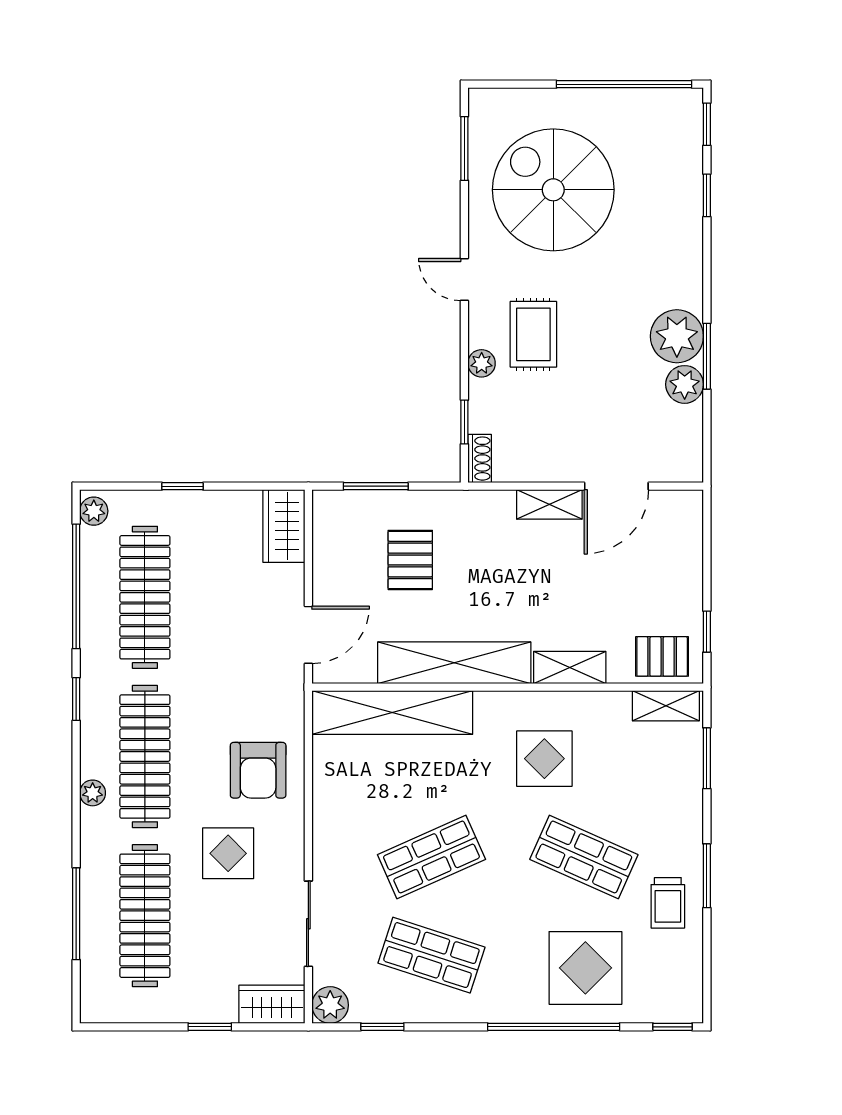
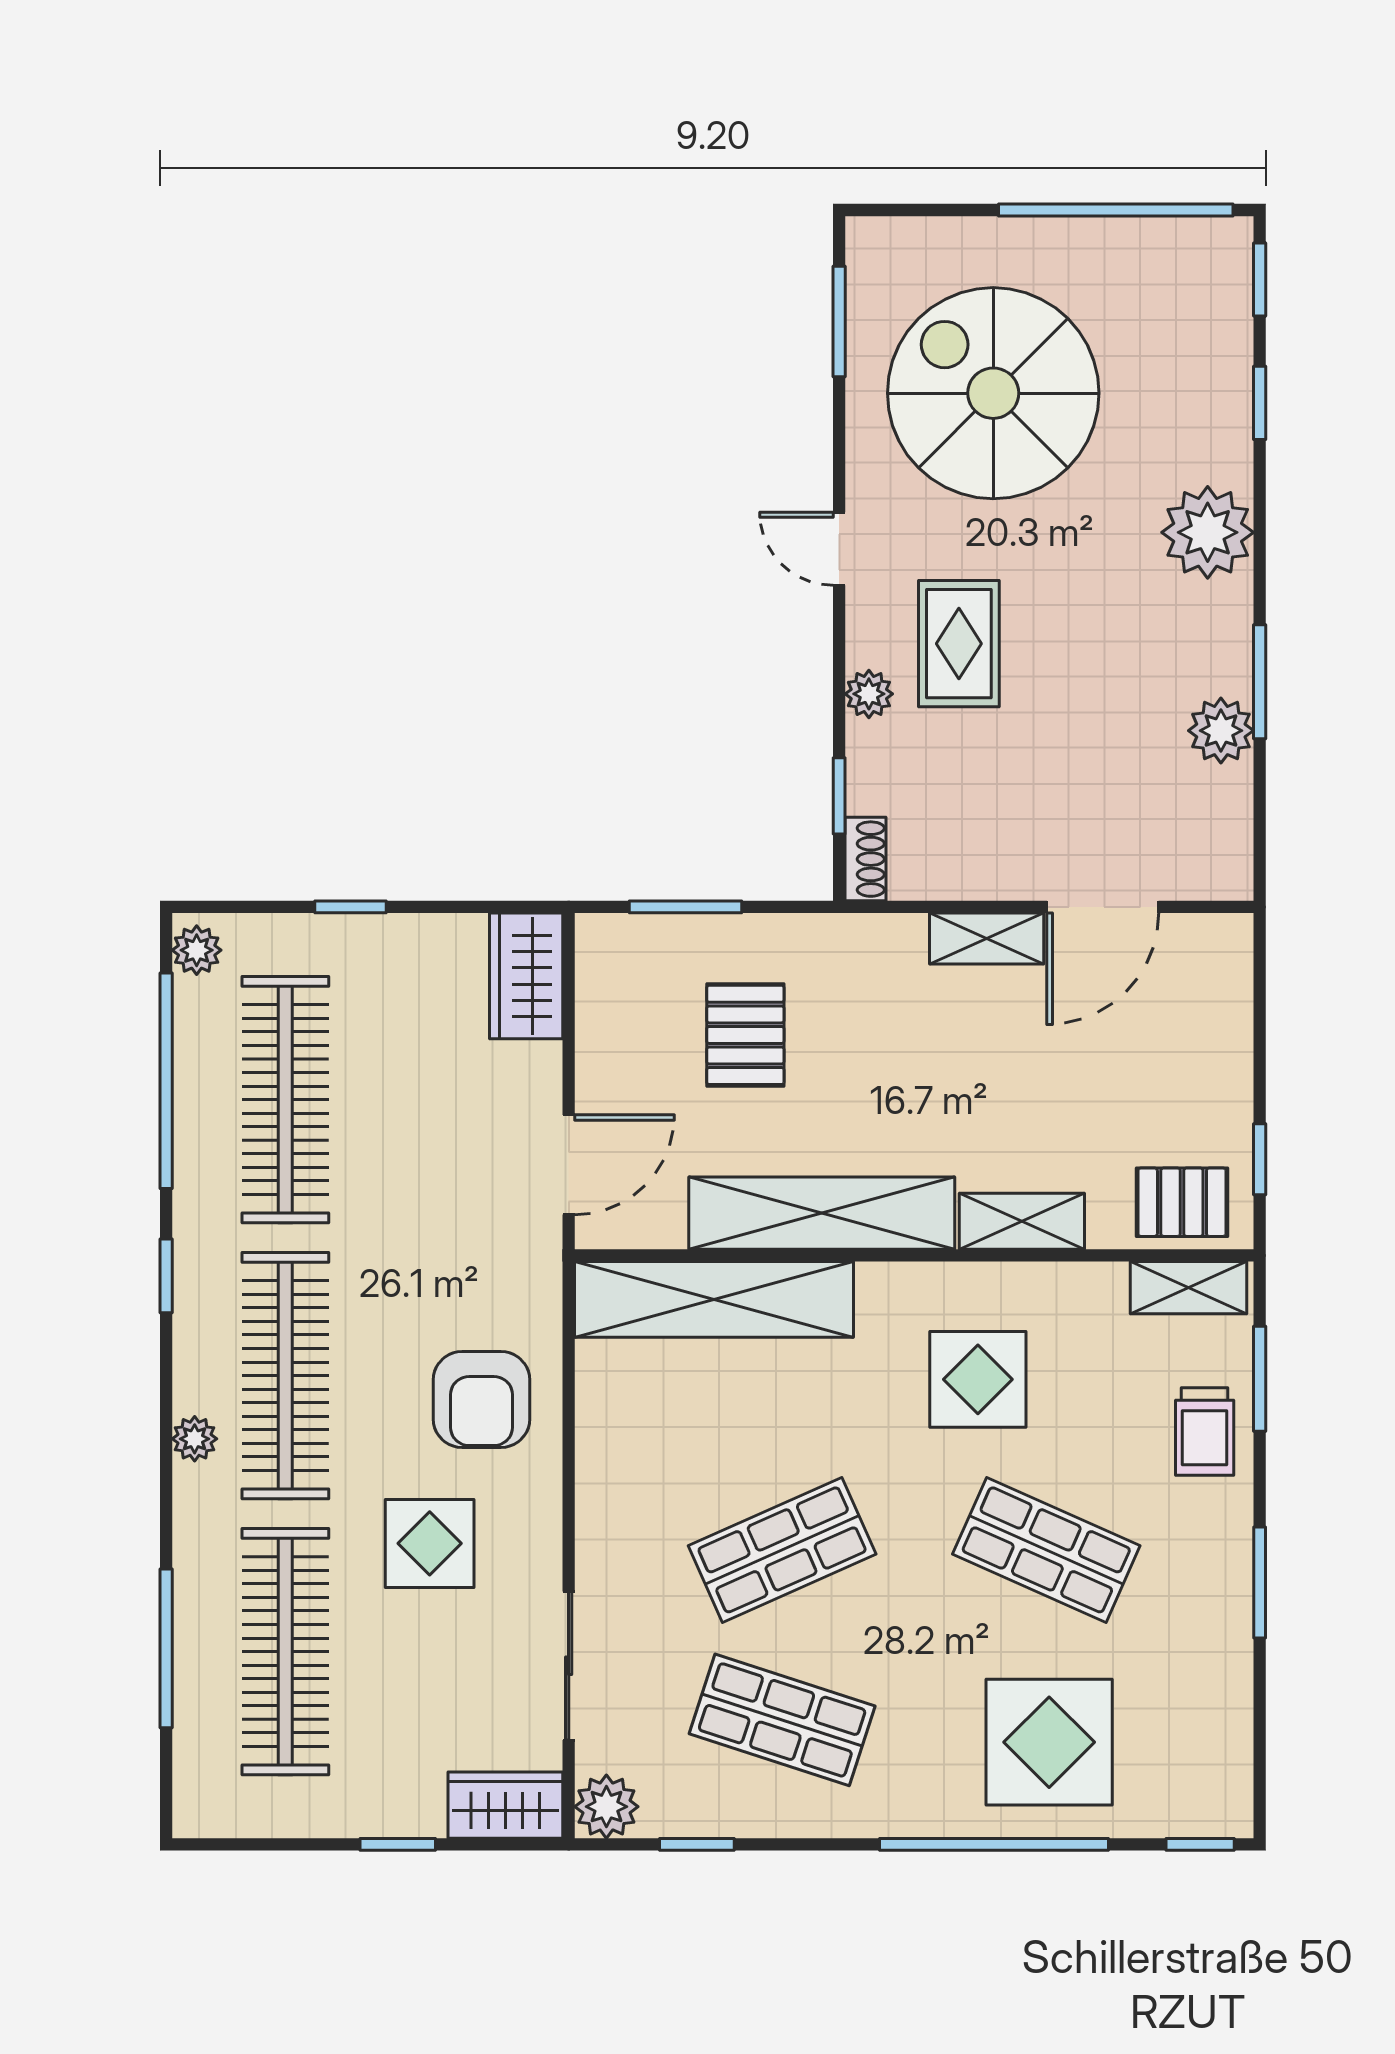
plant: (677, 336) -> (1208, 532), moved
trolley: (668, 903) -> (1205, 1432), moved

